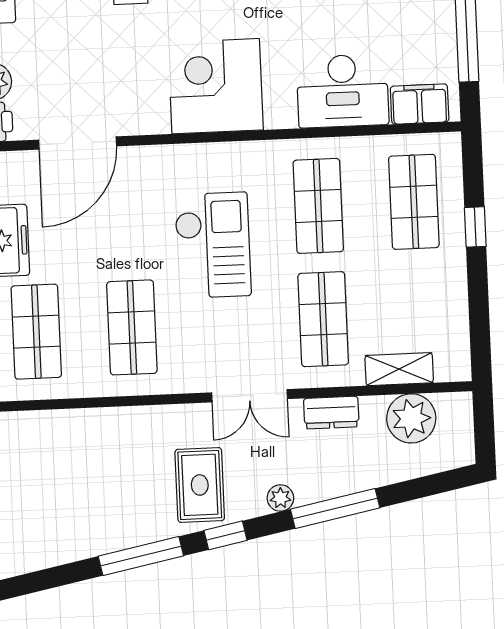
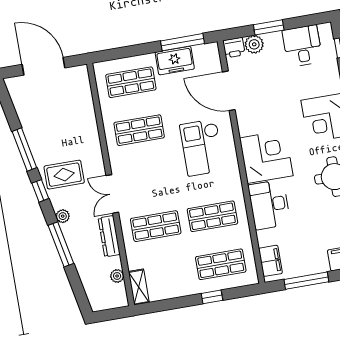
desk: (343, 91) -> (269, 205), moved
checkout: (213, 245) -> (202, 147), moved, turned 90
shelving: (399, 369) -> (139, 287), moved
dresser: (331, 413) -> (109, 236), width x1.44
plant: (411, 418) -> (117, 276), width x0.53, depth x0.53

